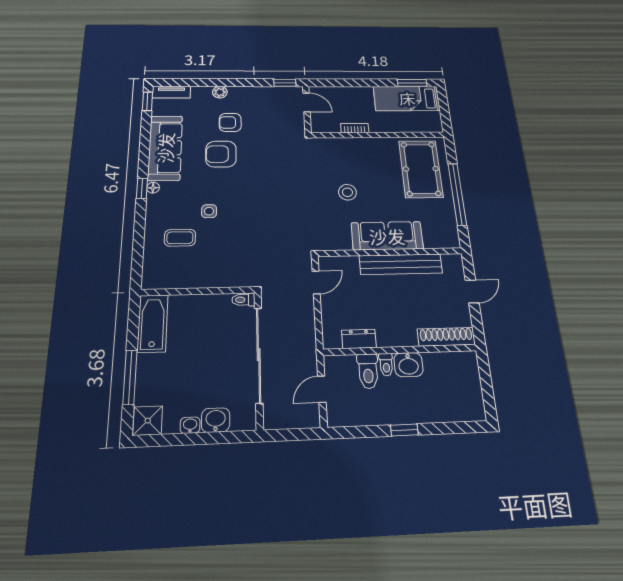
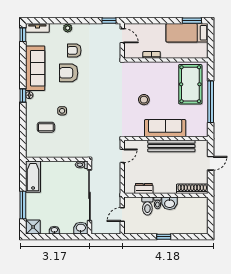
washbasin: (216, 420) -> (81, 228), moved

